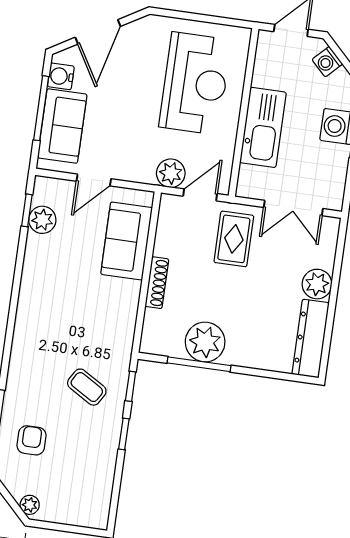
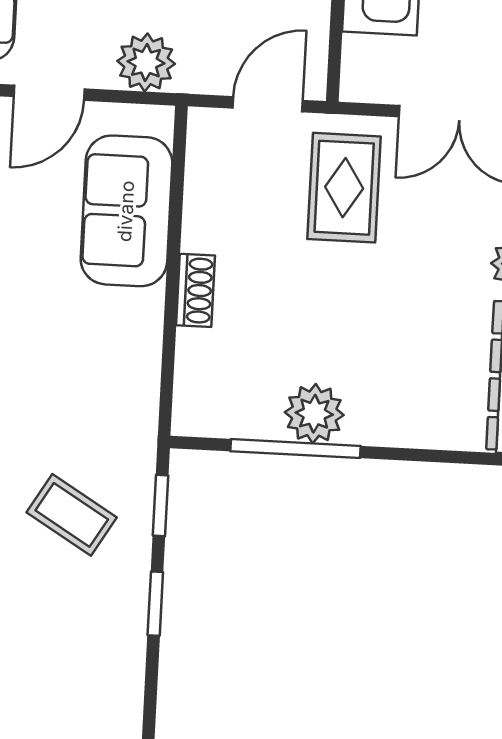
plant: (171, 173) -> (146, 62), moved
shoe rack: (157, 283) -> (195, 290), width x0.70
plant: (205, 342) -> (314, 414), width x0.73, depth x0.73

